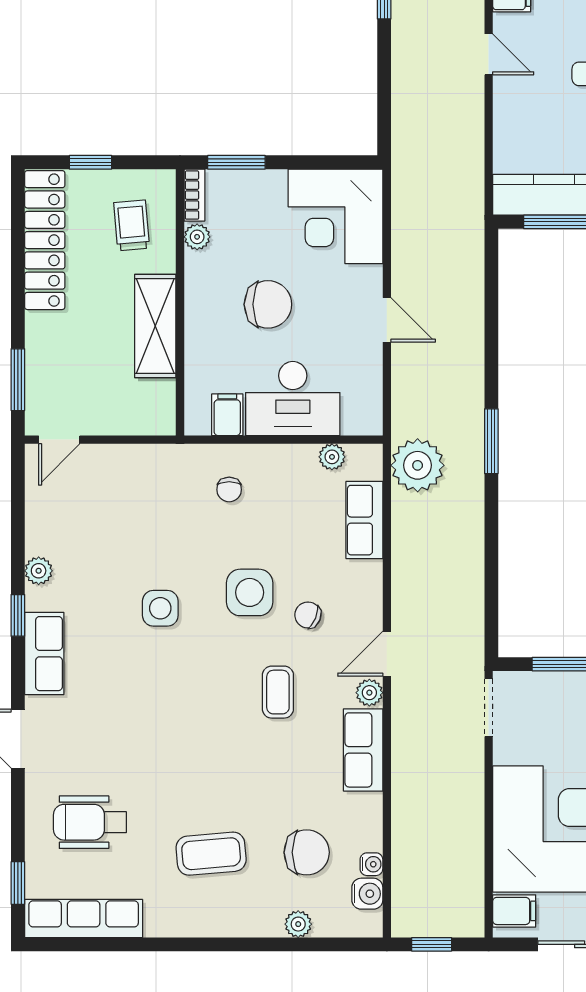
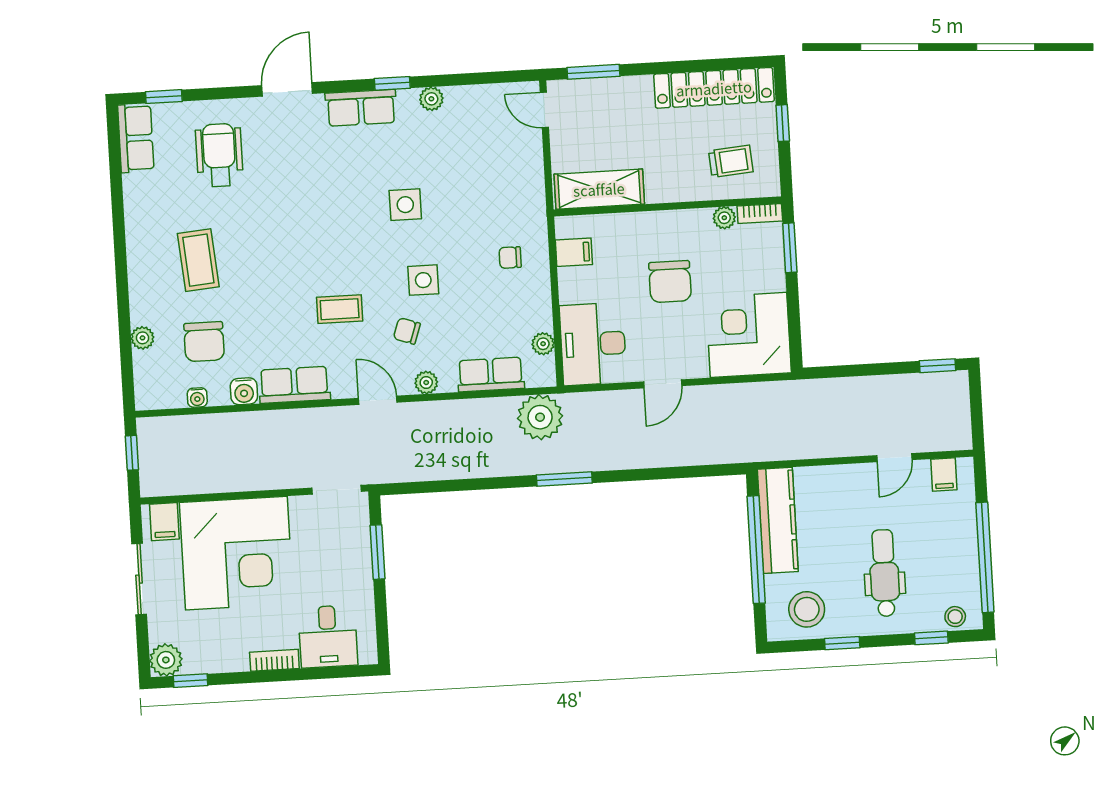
shelving: (155, 326) -> (599, 189), moved
desk: (293, 399) -> (593, 344), moved
side table: (250, 592) -> (423, 280), width x0.73, depth x0.73
chair: (308, 615) -> (407, 331), turned -93
plant: (369, 693) -> (426, 383), moved
water cooler: (367, 894) -> (244, 391), moved
row of seats: (84, 918) -> (136, 138), width x0.68

